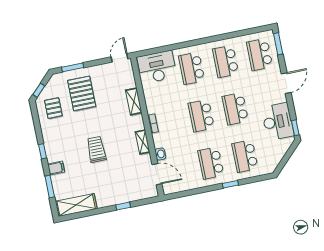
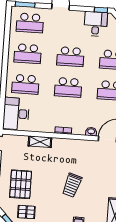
pallet: (82, 93) -> (21, 184), turned 90
desk: (278, 122) -> (96, 24), width x0.73
shelving: (143, 142) -> (77, 144), removed
trolley: (96, 149) -> (72, 185), turned -73

